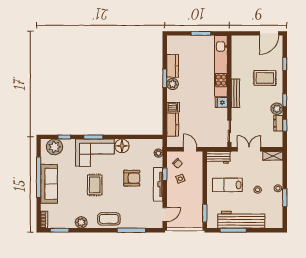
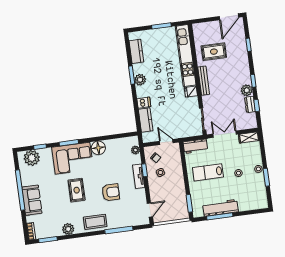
kitchen counter: (173, 66) -> (136, 51), moved
rug: (265, 78) -> (214, 52), moved
armchair: (132, 178) -> (111, 192), moved
sofa: (49, 184) -> (32, 200), width x0.73
tv unit: (158, 184) -> (139, 176), width x0.71
workbench: (241, 220) -> (220, 208), width x0.73, depth x0.76

